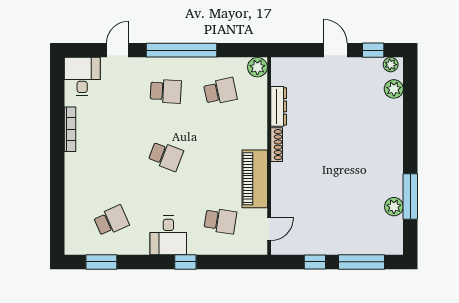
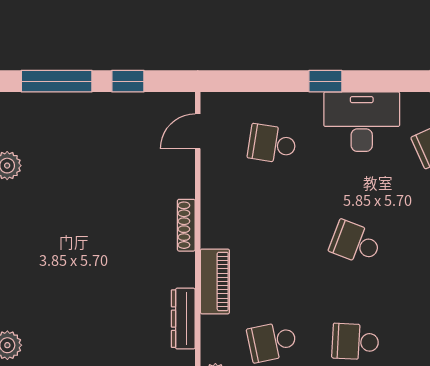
shoe rack: (277, 145) -> (186, 225), moved
piano: (255, 179) -> (215, 281), moved, width x0.73, depth x0.75
desk: (168, 235) -> (362, 122), width x1.37

